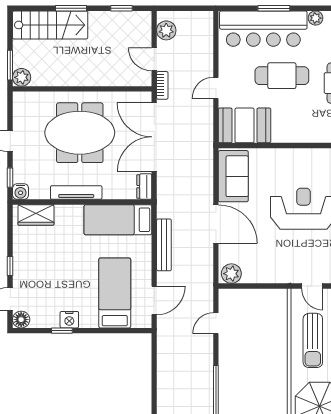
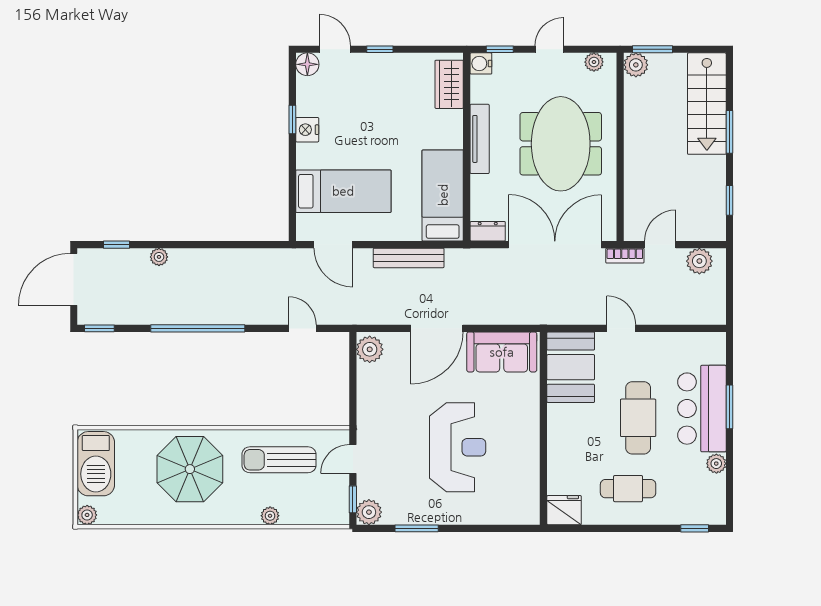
bar counter: (263, 29) -> (702, 409), width x0.73
plant: (19, 108) -> (594, 62), added

